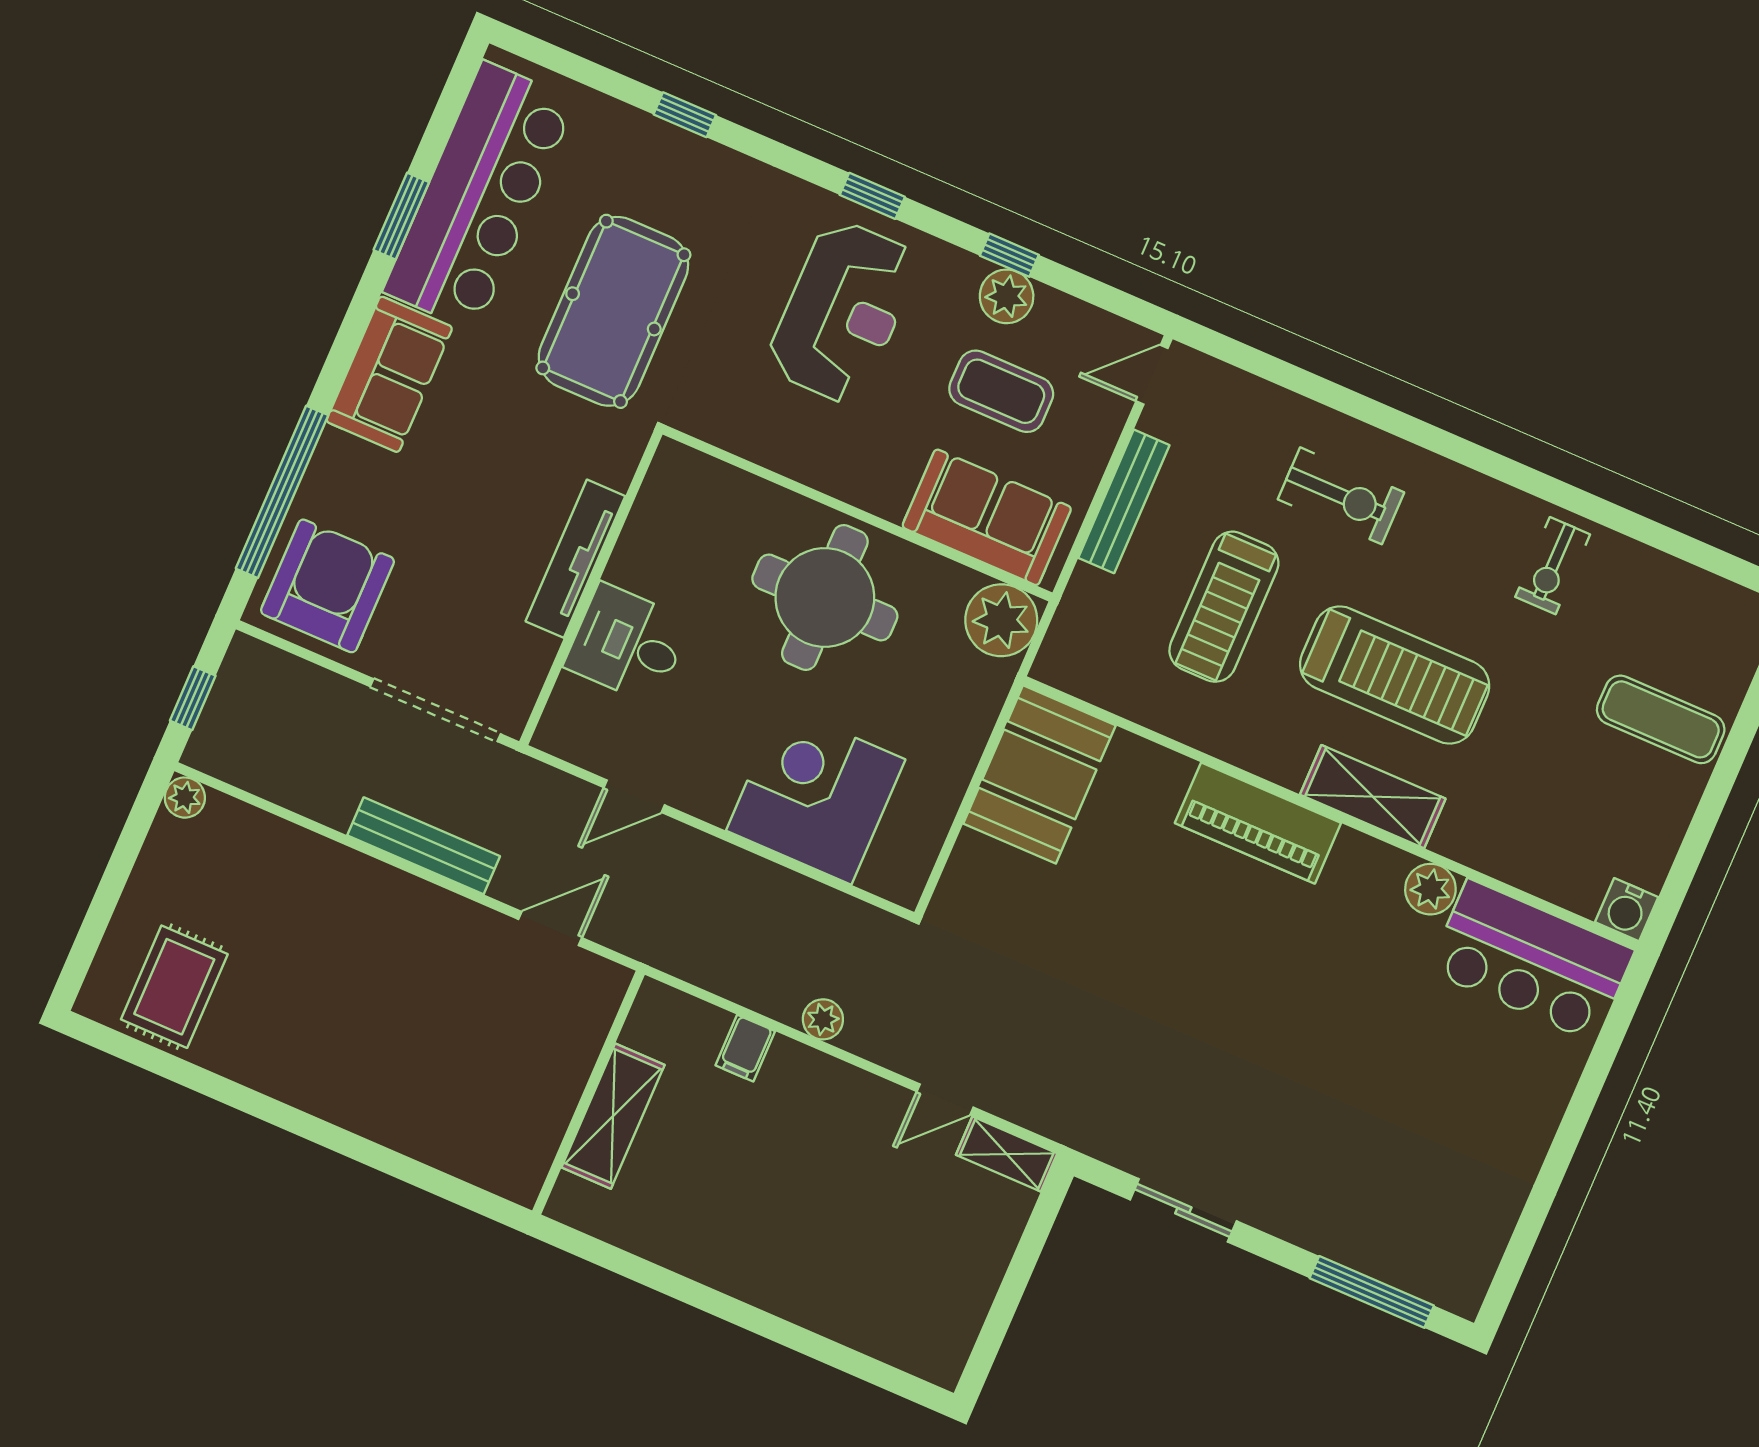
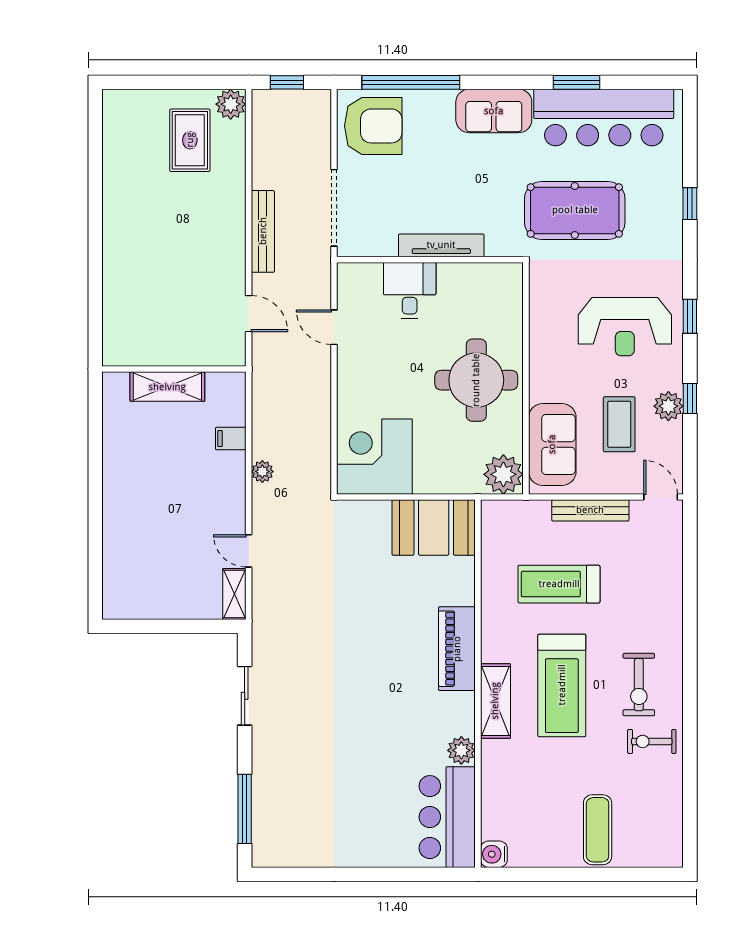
exercise bike: (1341, 496) -> (639, 685), moved
corner desk: (816, 795) -> (374, 457), moved, turned -90
plant: (185, 798) -> (231, 104), width x1.38, depth x1.38
rug: (174, 987) -> (190, 140), moved, turned 90

